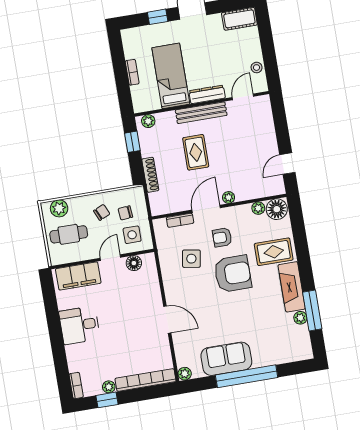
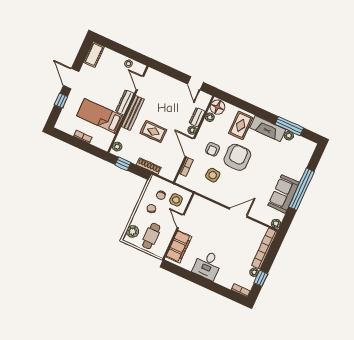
dresser: (248, 193) -> (197, 117), added
floor lamp: (134, 263) -> (193, 210), removed

